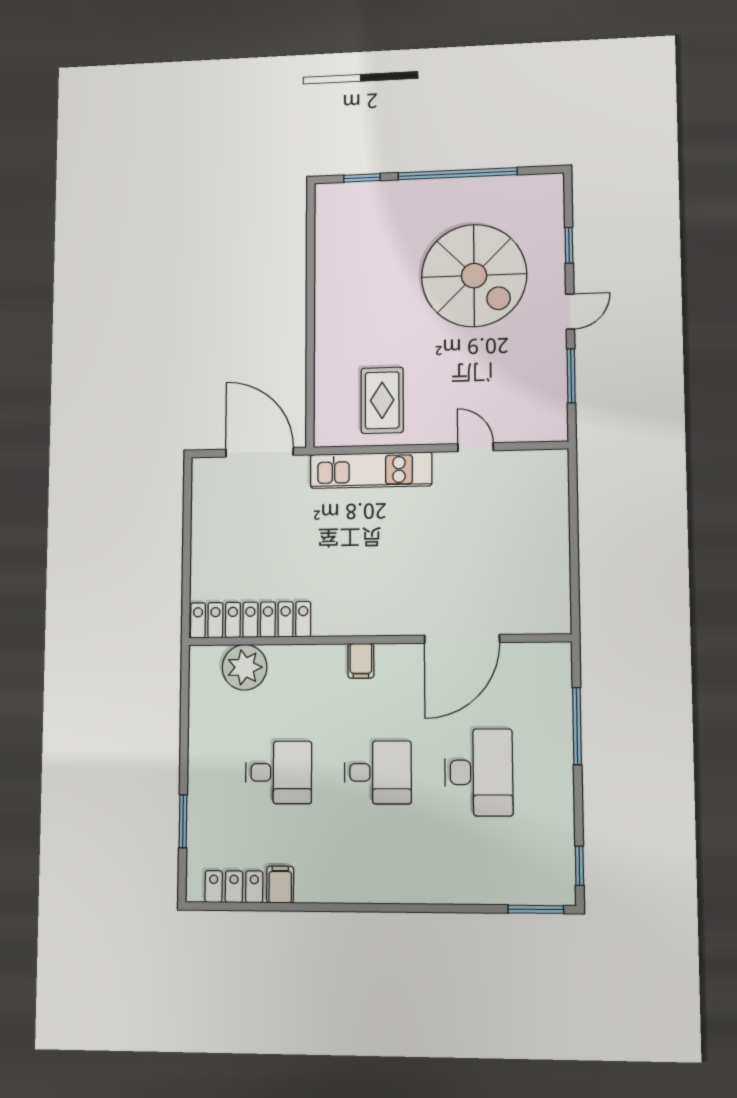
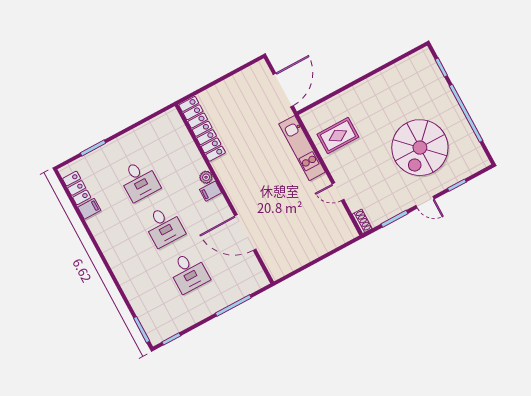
shoe rack: (547, 432) -> (362, 221), added
door: (476, 447) -> (338, 192), swing flipped
plant: (245, 667) -> (206, 177), moved, width x0.53, depth x0.53
desk: (479, 772) -> (189, 272), width x0.73

